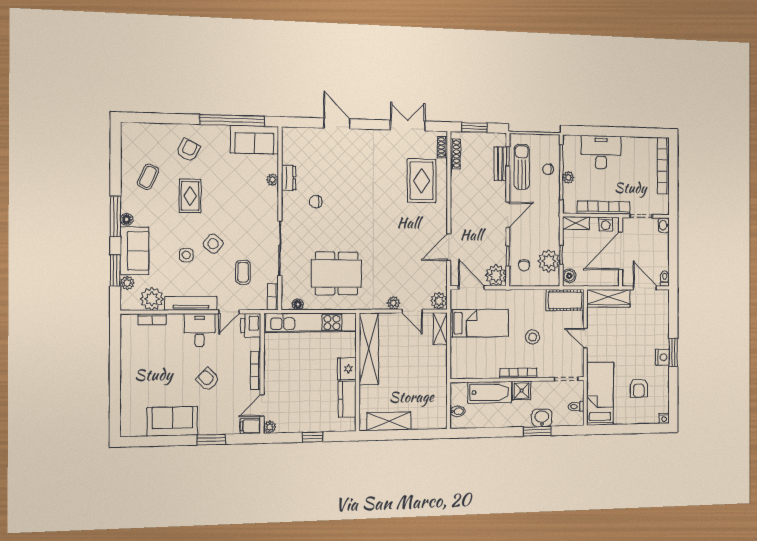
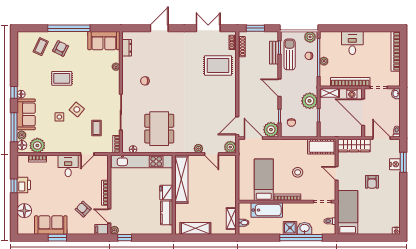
window: (232, 120) -> (69, 28), moved
door: (337, 123) -> (159, 28), hinge flipped
plant: (550, 142) -> (310, 37), added
desk: (601, 152) -> (352, 43), width x0.73
coffee table: (148, 177) -> (41, 47), moved
dresser: (289, 178) -> (127, 48), moved
rug: (422, 181) -> (218, 65), turned 90
rug: (190, 196) -> (62, 78), turned 90
door: (508, 215) -> (280, 88), swing flipped
window: (115, 216) -> (14, 92), width x0.46
door: (449, 247) -> (237, 126), moved
door: (621, 251) -> (363, 112), hinge flipped
plant: (549, 261) -> (310, 101), moved
window: (115, 271) -> (14, 127), width x1.44
dining table: (337, 273) -> (159, 129), turned 90
boiler: (569, 276) -> (325, 130), removed
floor lamp: (128, 298) -> (22, 145), added
tv unit: (191, 303) -> (62, 148), removed
bed: (479, 323) -> (264, 180), moved, turned -90
printer: (251, 325) -> (24, 185), moved, turned 180
shelving: (440, 329) -> (231, 219), moved
window: (673, 352) -> (403, 162), moved
nightstand: (662, 357) -> (395, 164), moved
window: (115, 362) -> (14, 186), added
armchair: (208, 379) -> (83, 209), moved
armchair: (639, 388) -> (372, 182), moved
shower: (522, 391) -> (290, 228), moved
floor lamp: (131, 400) -> (24, 211), added
door: (262, 406) -> (109, 216), hinge flipped
window: (537, 431) -> (301, 238), width x2.11
window: (313, 437) -> (125, 238), moved
window: (211, 440) -> (57, 238), moved

